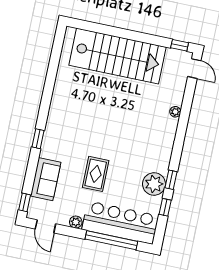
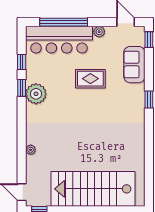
rug: (96, 174) -> (90, 79), turned 90
plant: (154, 184) -> (36, 94), moved

